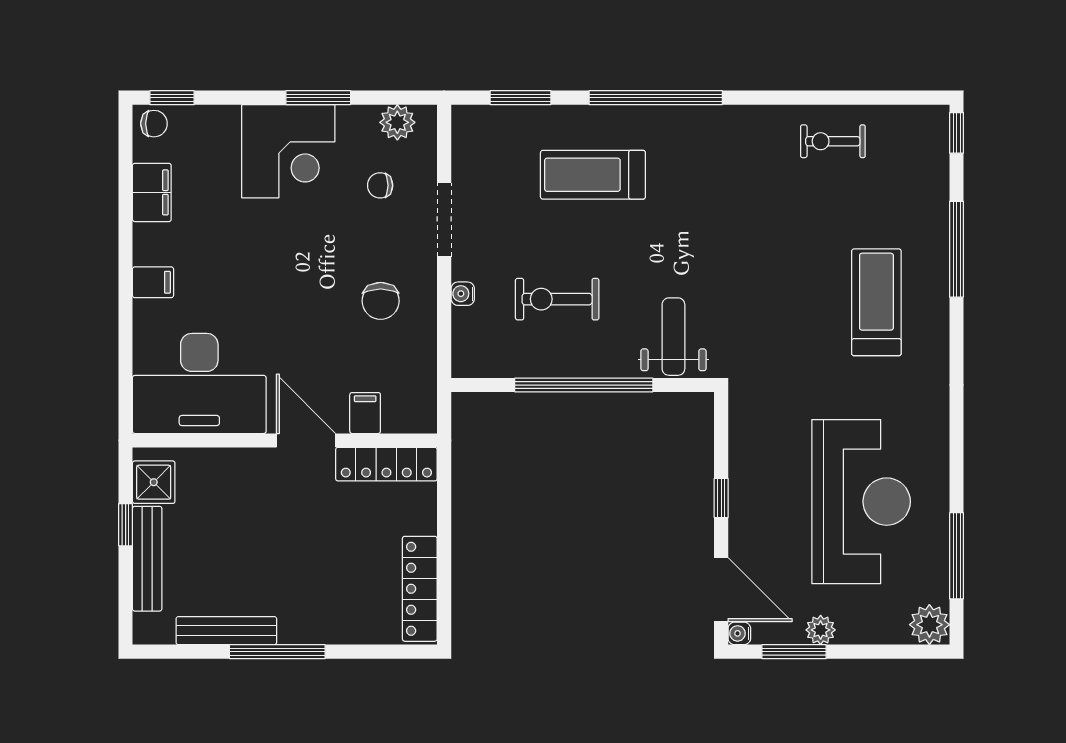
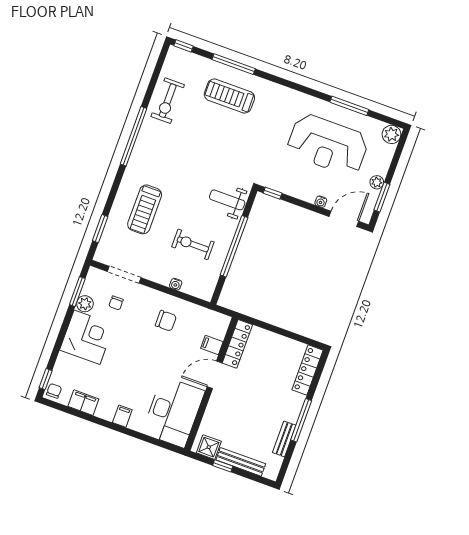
window: (318, 98) -> (77, 292), moved
window: (656, 98) -> (133, 136), moved
plant: (397, 122) -> (85, 304), moved
exercise bike: (833, 141) -> (168, 101), width x1.38, depth x1.39
doorway: (444, 220) -> (124, 275), moved
exercise bike: (557, 299) -> (193, 244), turned 90
treadmill: (876, 302) -> (229, 96), moved
window: (721, 498) -> (273, 193), moved
reception desk: (861, 502) -> (328, 145), turned 180
window: (957, 556) -> (349, 106), moved
locker: (420, 589) -> (308, 370), moved, turned 90
bench: (226, 631) -> (284, 439), width x0.73
water cooler: (739, 633) -> (321, 202), moved

